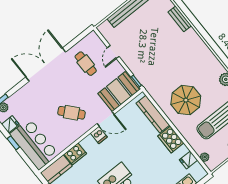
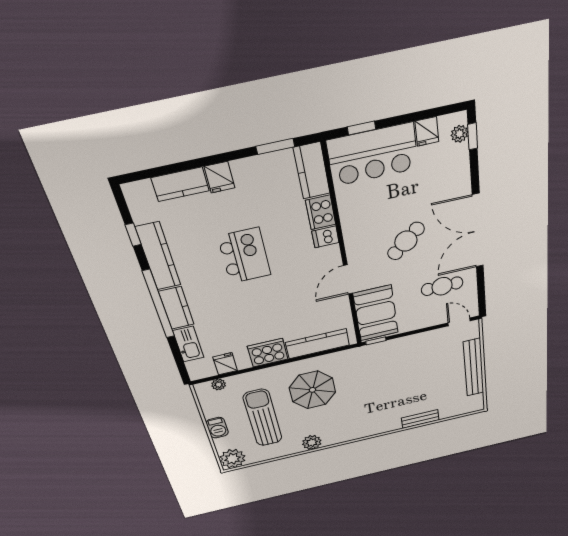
door: (113, 52) -> (459, 322), moved
double door: (46, 65) -> (478, 231), swing flipped
cafe table: (71, 113) -> (406, 241), moved
dishwasher: (99, 135) -> (325, 237), moved
window: (13, 143) -> (362, 128), moved

